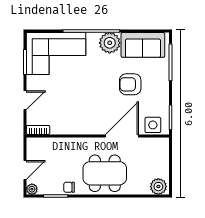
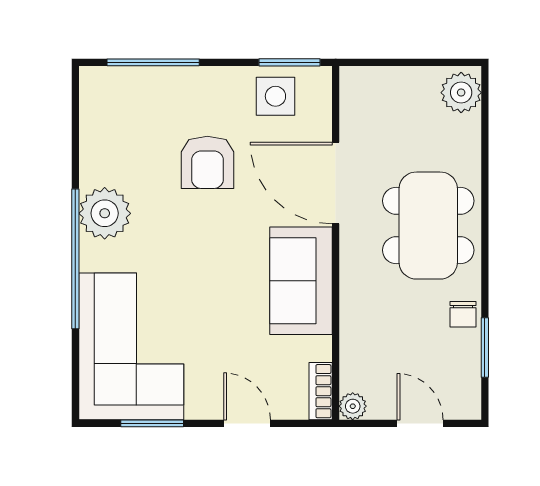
sofa: (143, 45) -> (301, 281), moved, turned 180
side table: (153, 125) -> (275, 96), moved
plant: (32, 189) -> (353, 406), moved

